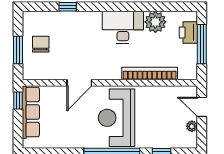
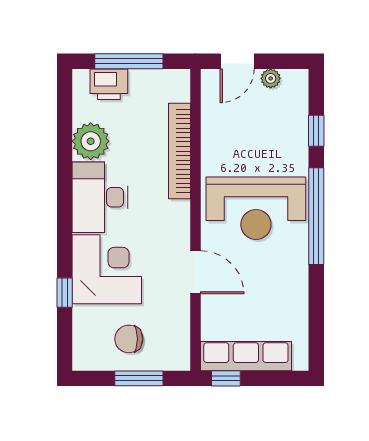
corner desk: (81, 31) -> (107, 269), added

